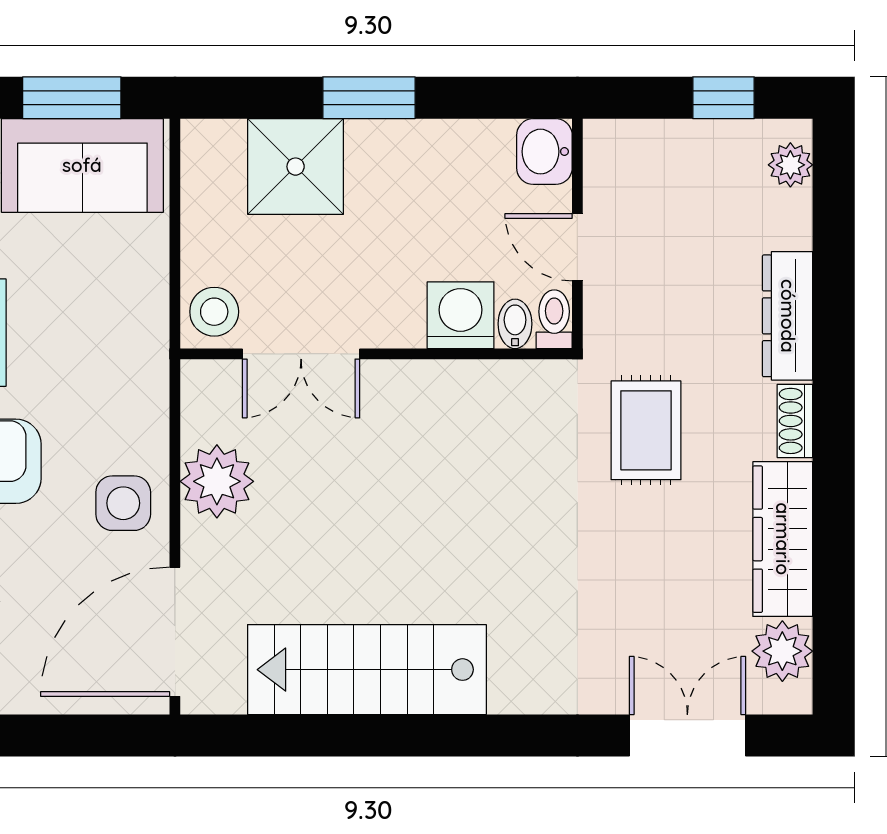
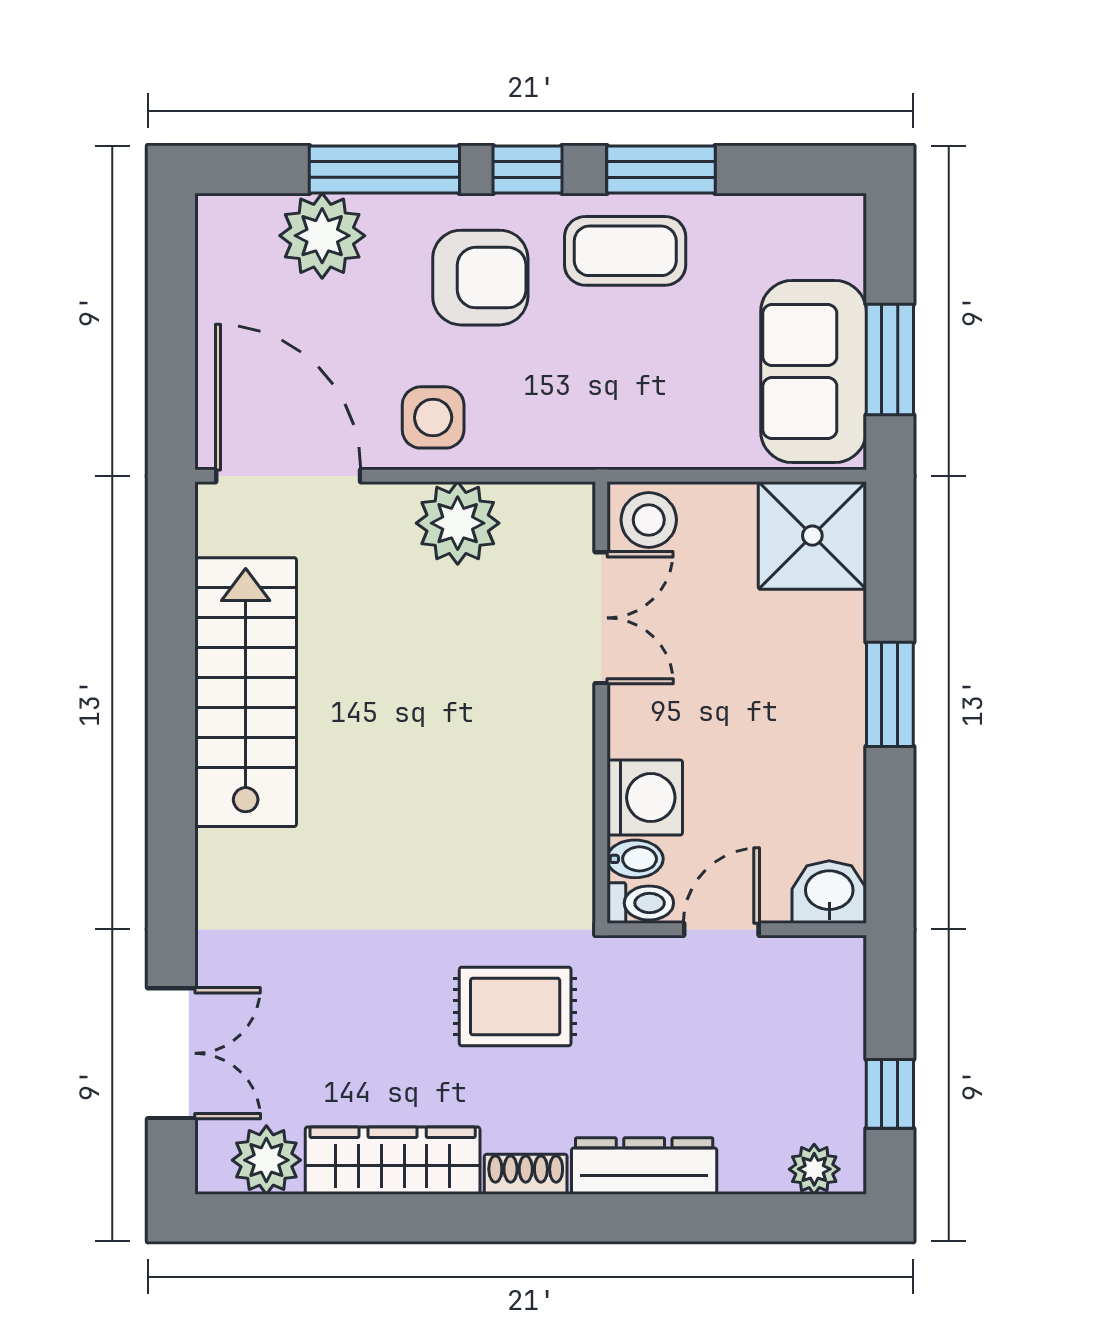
shower: (296, 167) -> (812, 536), moved
double door: (301, 354) -> (601, 618), swing flipped

